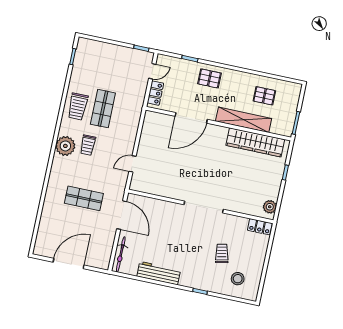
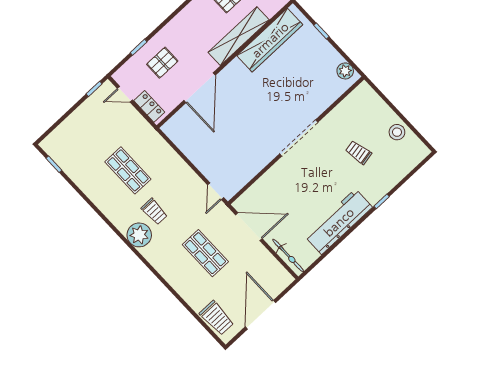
door: (152, 71) -> (125, 94), swing flipped
pallet: (209, 78) -> (162, 63), moved
trolley: (78, 106) -> (217, 318), moved
door: (133, 164) -> (216, 191), moved
shop shelf: (84, 198) -> (205, 253), turned 90
locker: (260, 227) -> (358, 95), removed
workbench: (159, 273) -> (339, 222), width x1.36, depth x1.32
stool: (238, 279) -> (397, 132), moved

